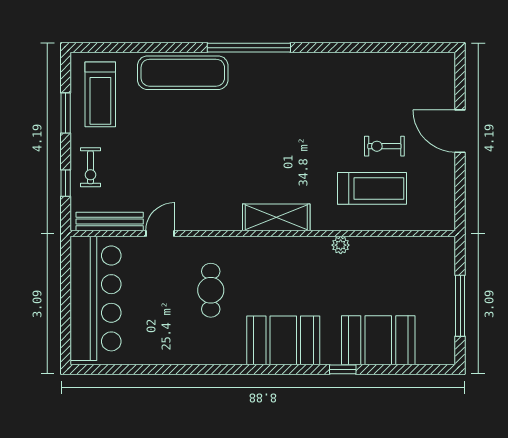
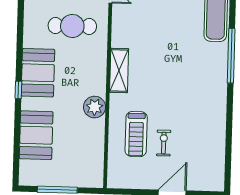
plant: (341, 245) -> (95, 107), width x1.88, depth x1.88
cafe table: (211, 290) -> (72, 26), width x1.37, depth x1.35
window: (343, 369) -> (18, 90), moved

